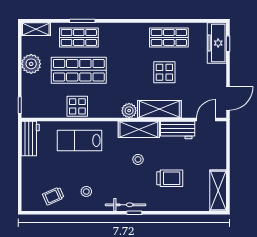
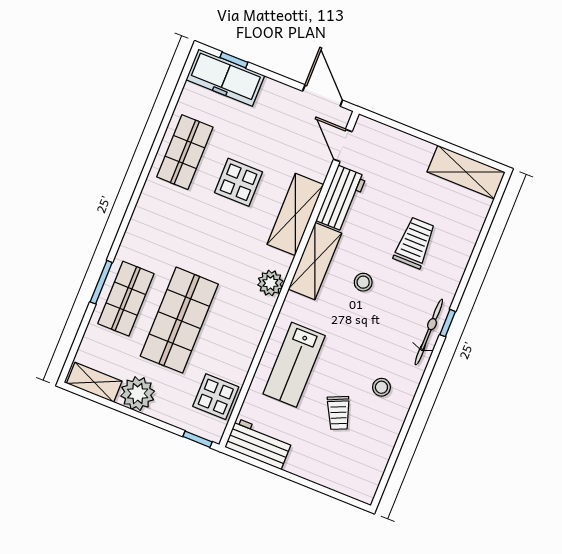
shelving: (36, 29) -> (94, 382), moved, turned 90
display table: (77, 106) -> (216, 397), moved
plant: (129, 111) -> (270, 283), moved
trolley: (53, 196) -> (338, 413), moved

